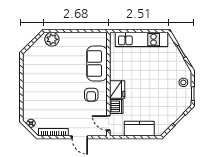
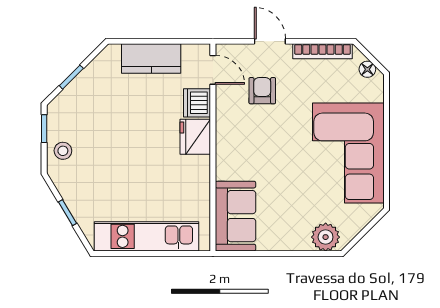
sofa: (97, 63) -> (235, 216), moved
corner sofa: (41, 81) -> (348, 153), added
armchair: (91, 95) -> (262, 91), moved

